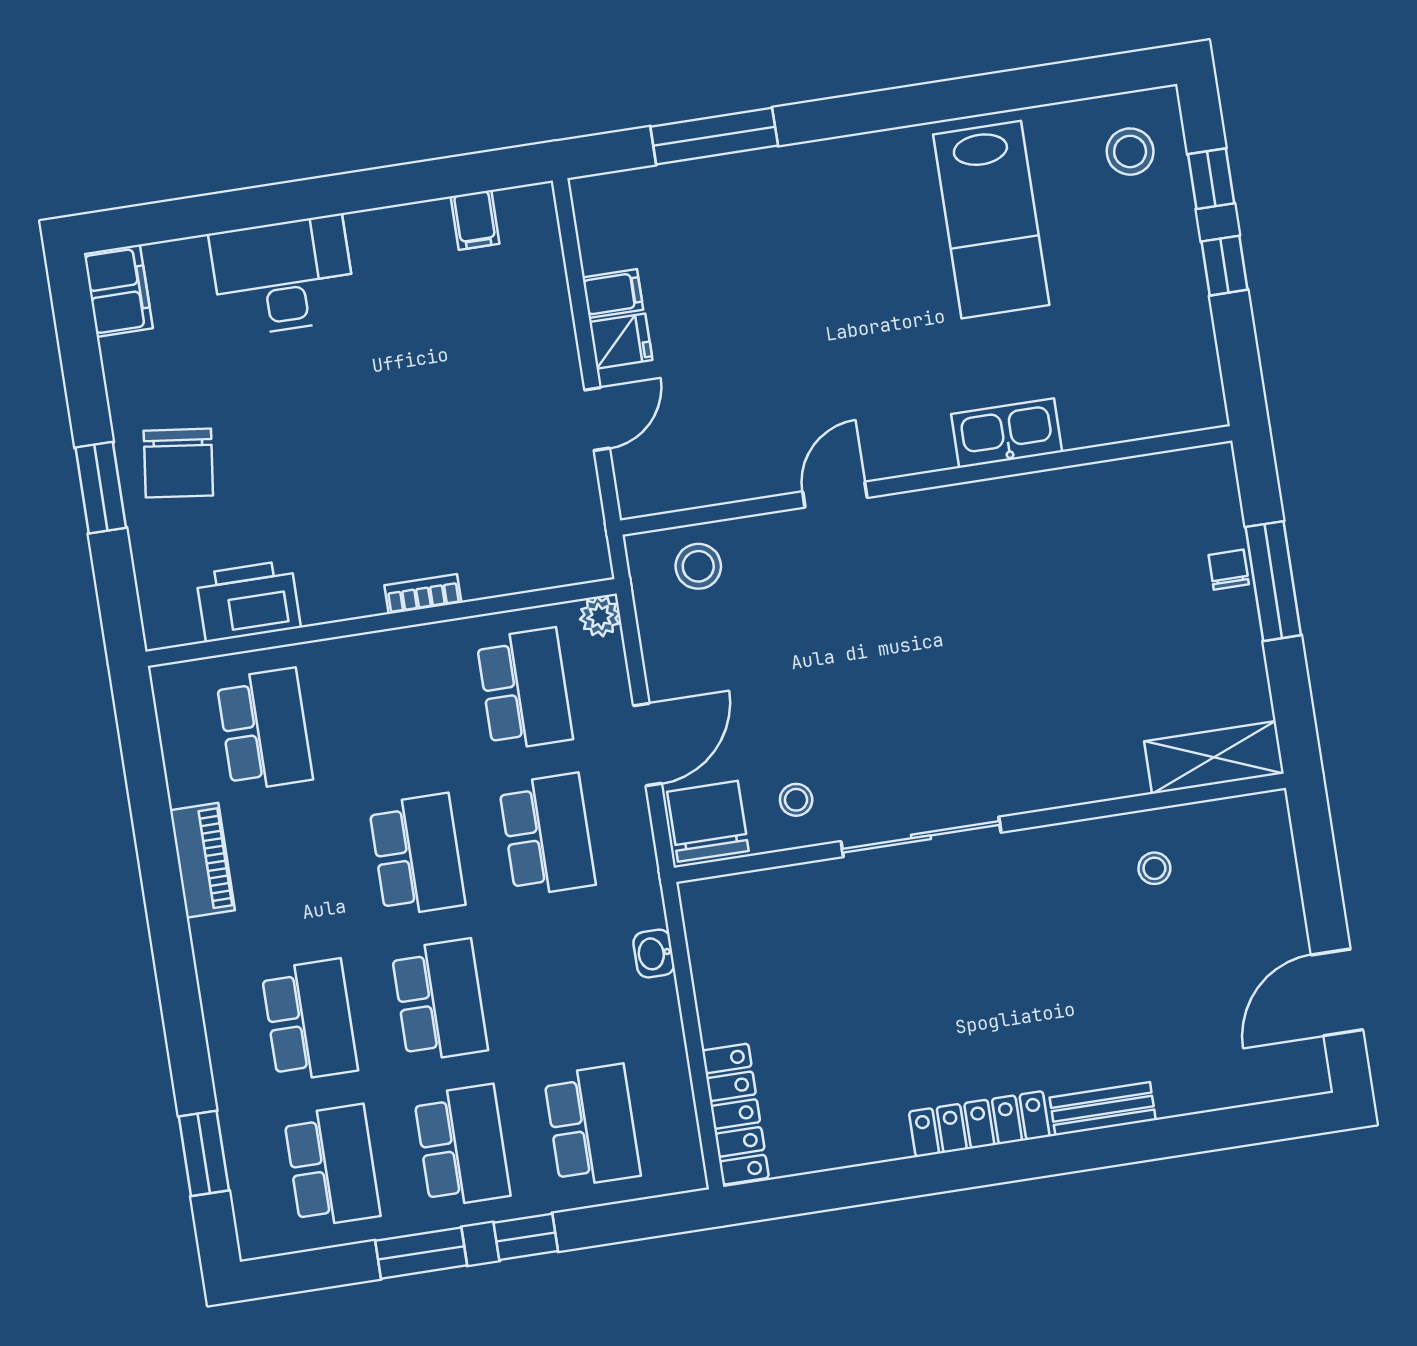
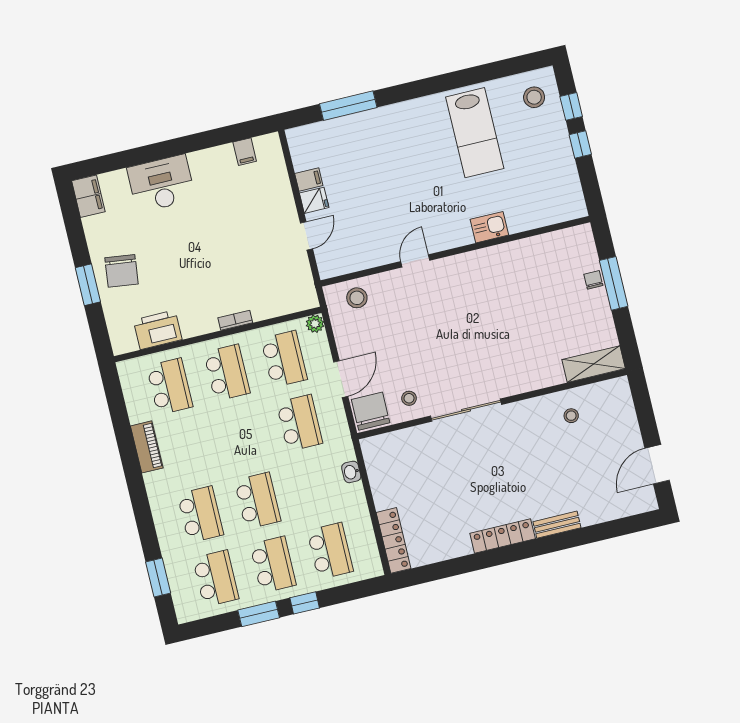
kitchen sink: (1007, 433) -> (489, 227), width x0.73
school desk: (417, 855) -> (227, 373), moved

